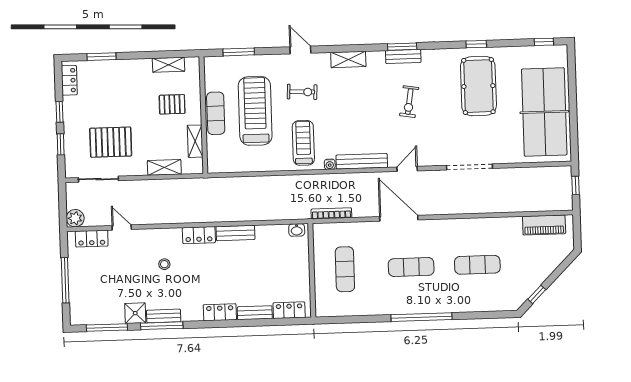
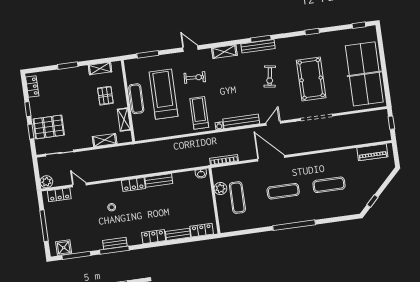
bench: (403, 56) -> (258, 46), width x1.36
window: (102, 57) -> (68, 66), moved
pool table: (478, 86) -> (311, 79), moved
pallet: (172, 104) -> (105, 96), turned 90
pallet: (111, 142) -> (49, 127), moved
plant: (322, 254) -> (220, 189), added
shower: (135, 313) -> (64, 248), moved

